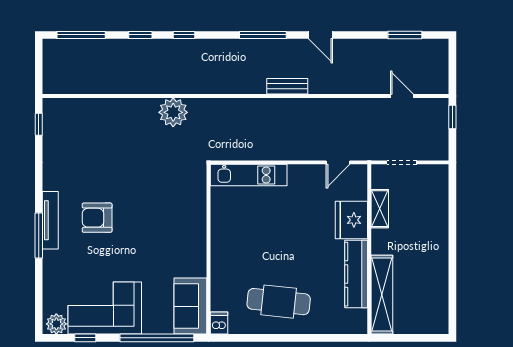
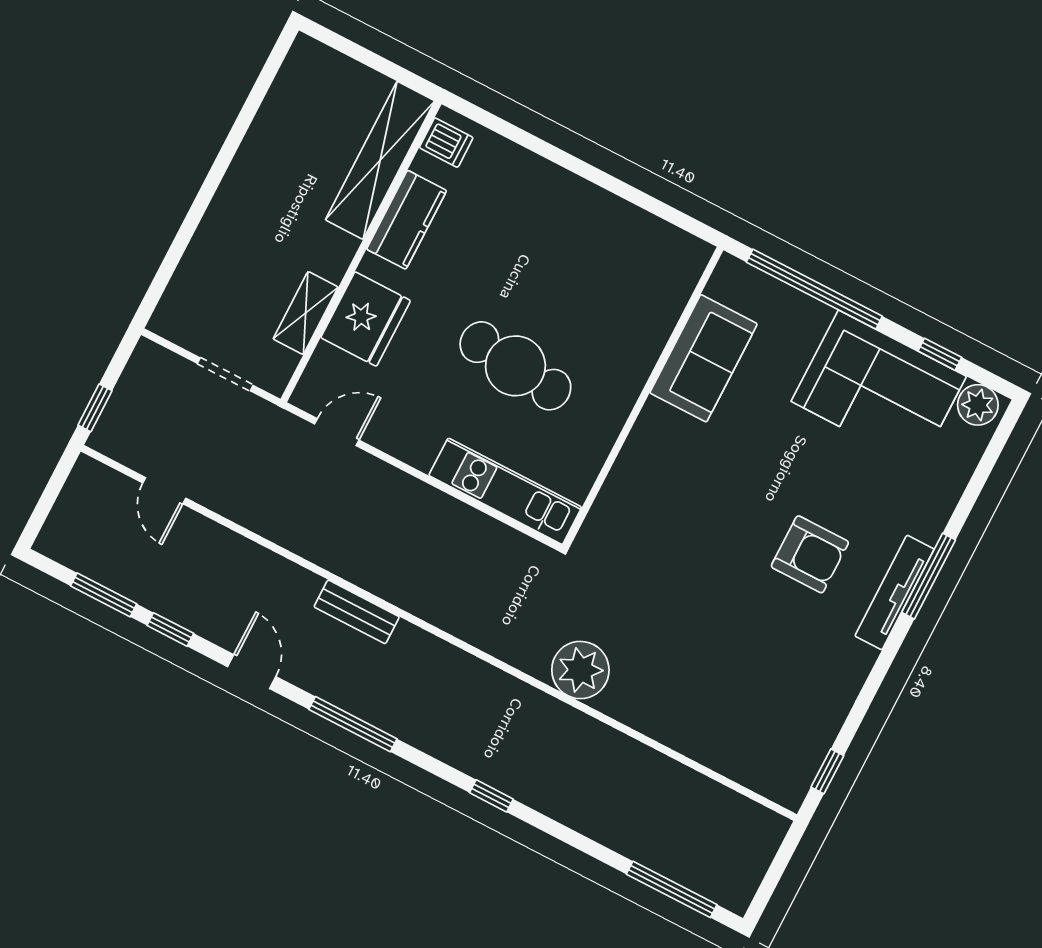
window: (140, 35) -> (170, 629), moved
kitchen counter: (356, 274) -> (407, 220), width x0.67
cafe table: (279, 302) -> (515, 366), moved
sofa: (190, 306) -> (704, 358), moved
dishwasher: (219, 323) -> (446, 143), moved, turned -90

